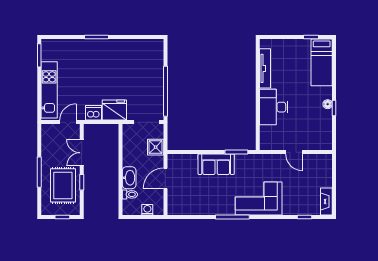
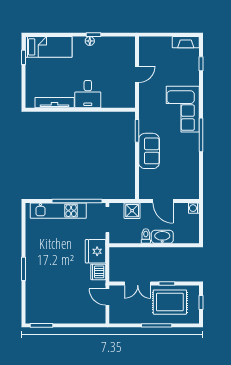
kitchen unit: (49, 90) -> (58, 211), moved, turned 180
desk: (274, 107) -> (88, 94), width x0.73
toilet: (130, 194) -> (146, 236), moved
washing machine: (147, 210) -> (194, 208), moved

